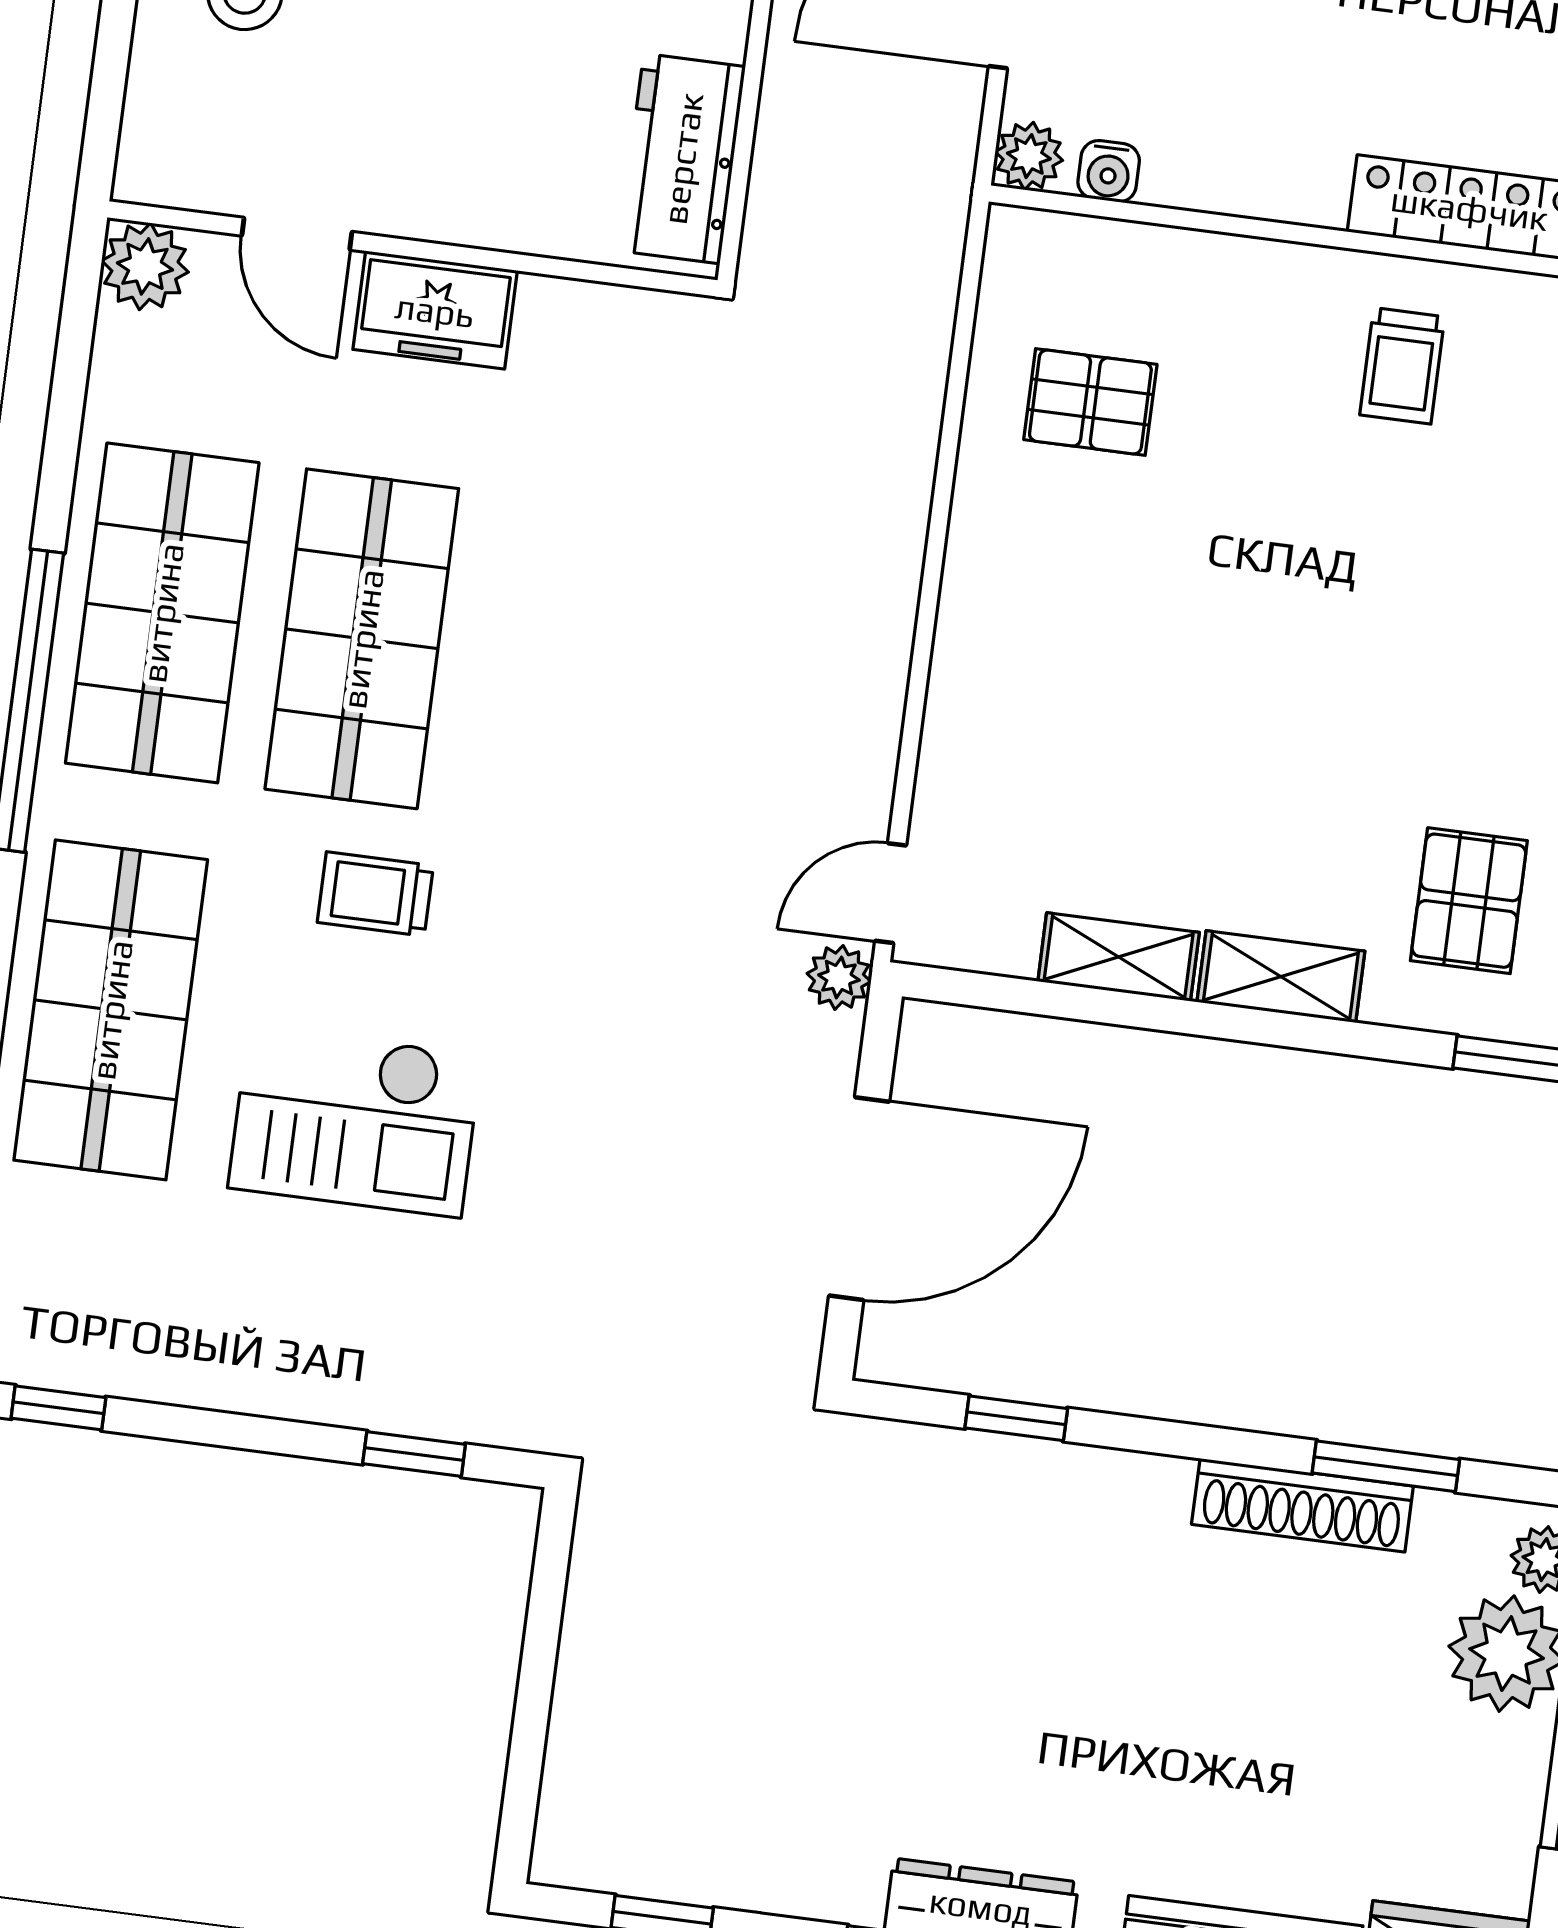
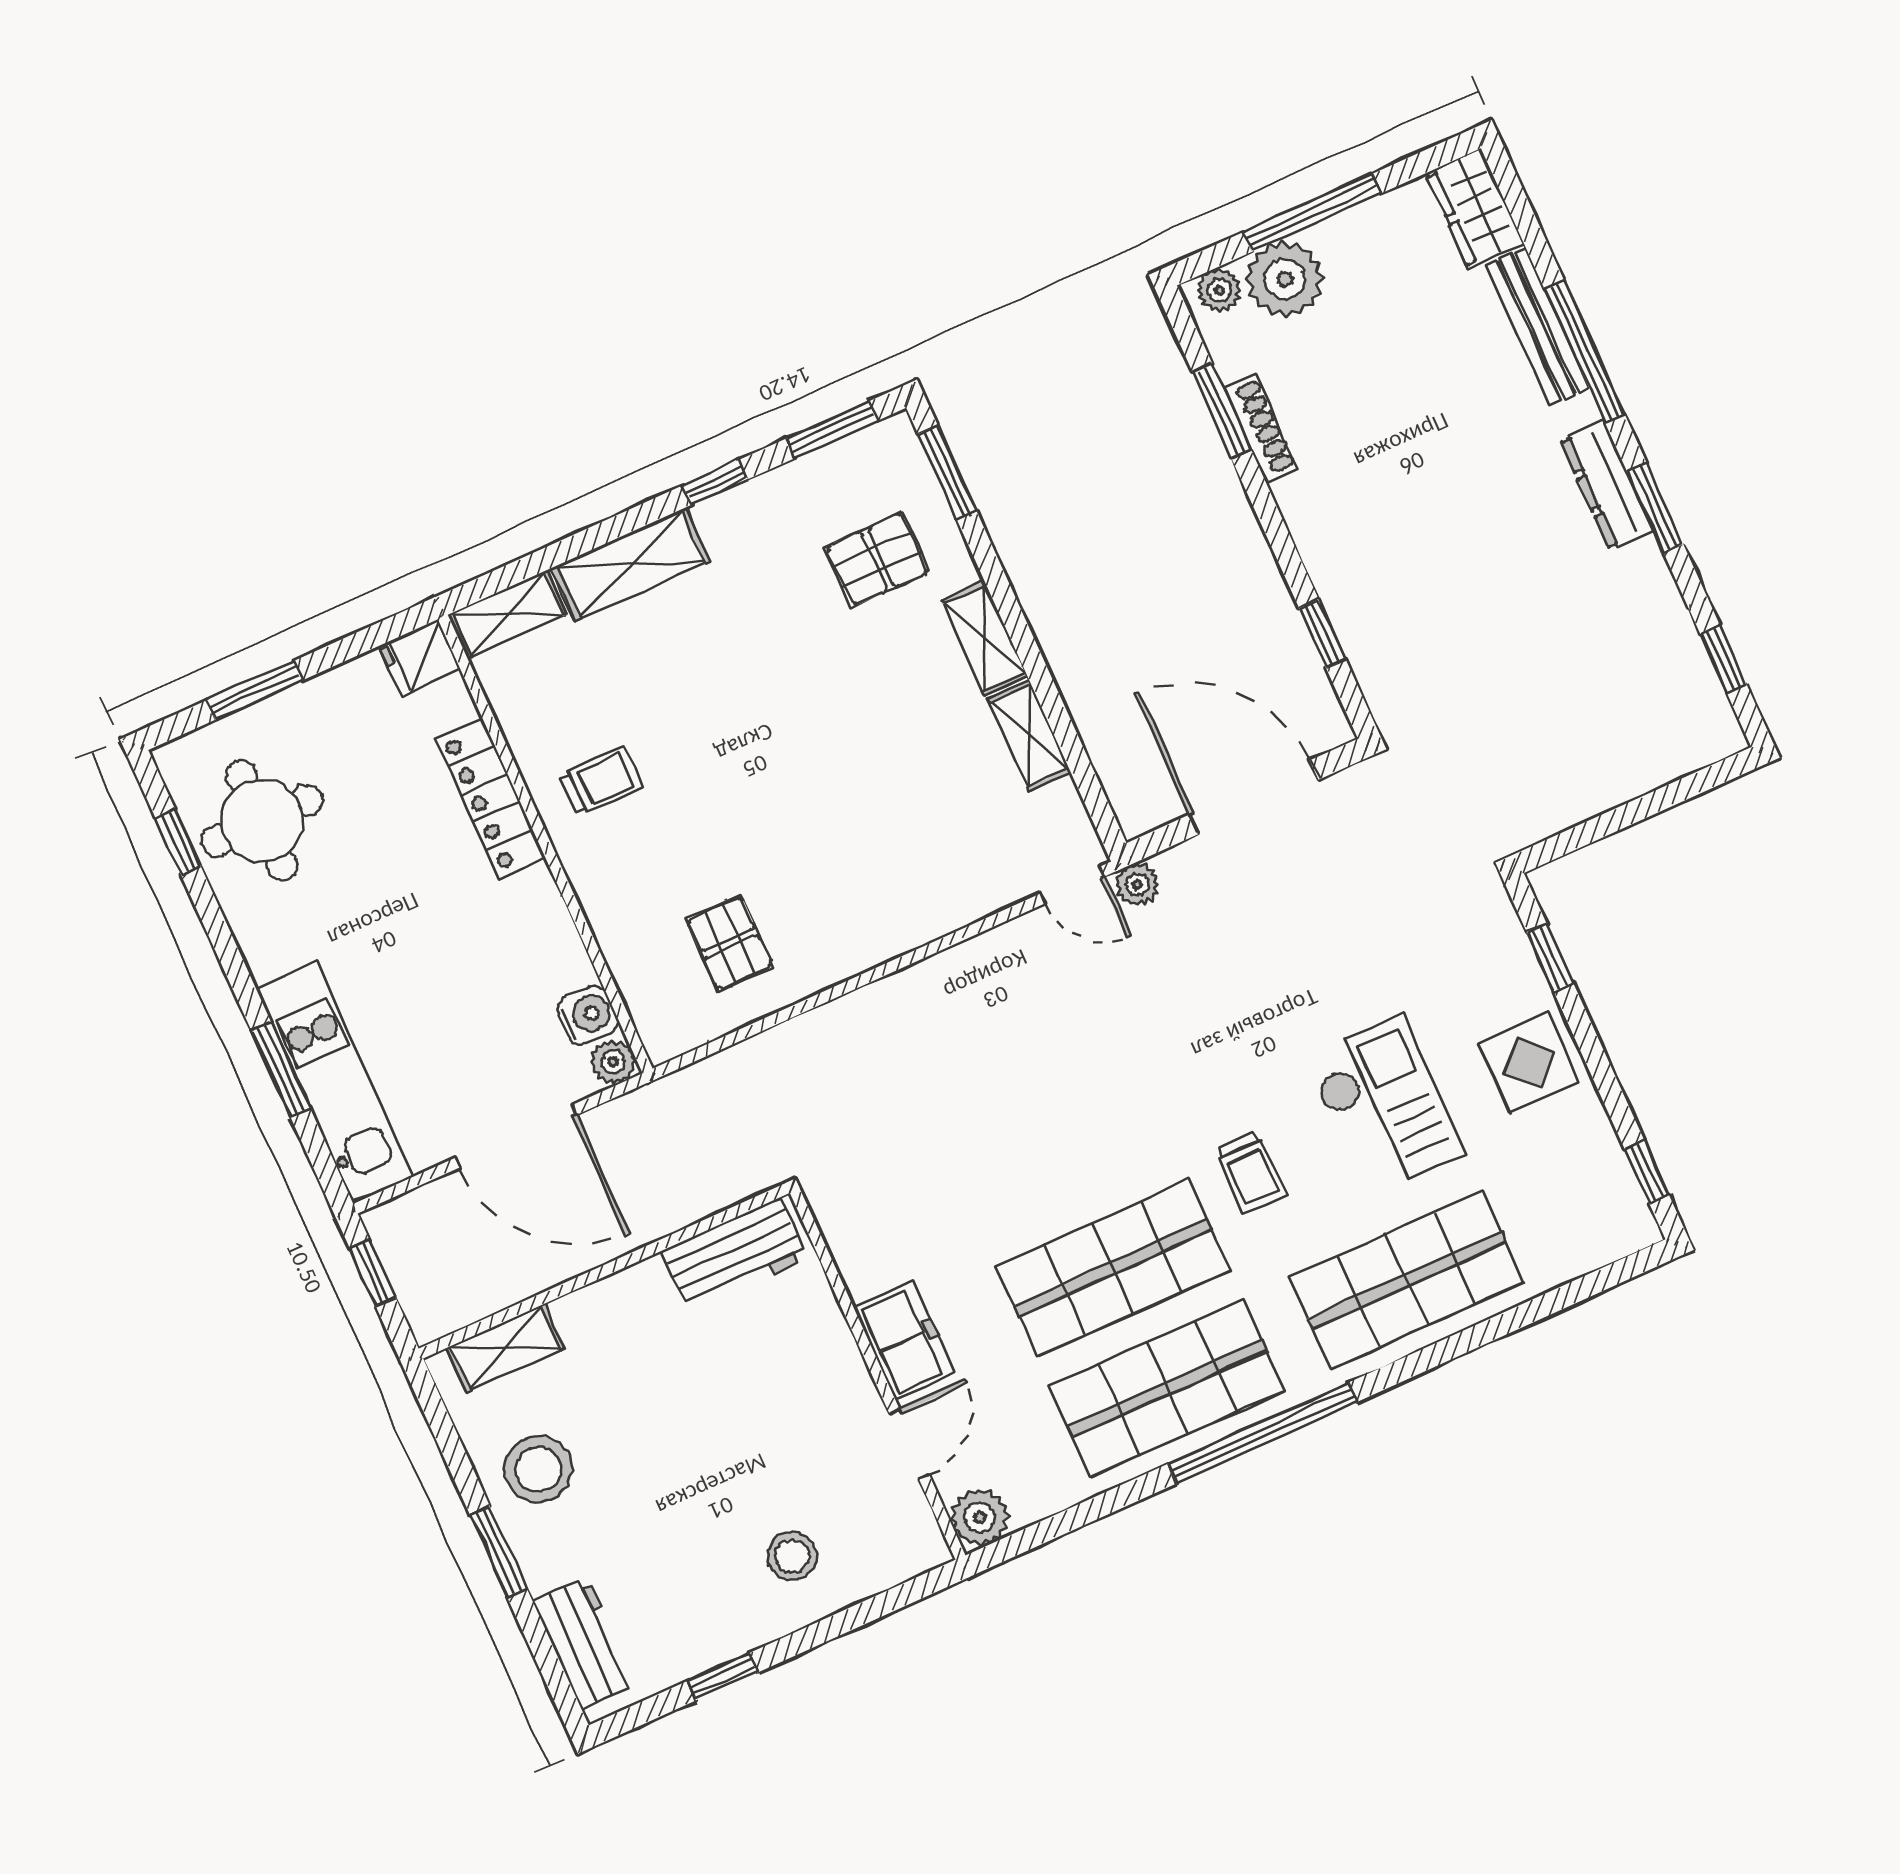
water cooler: (1109, 171) -> (588, 1015), width x1.38, depth x1.38
display table: (295, 1342) -> (1529, 1062), added
shoe rack: (1302, 1505) -> (1261, 429), width x0.74, depth x0.81

